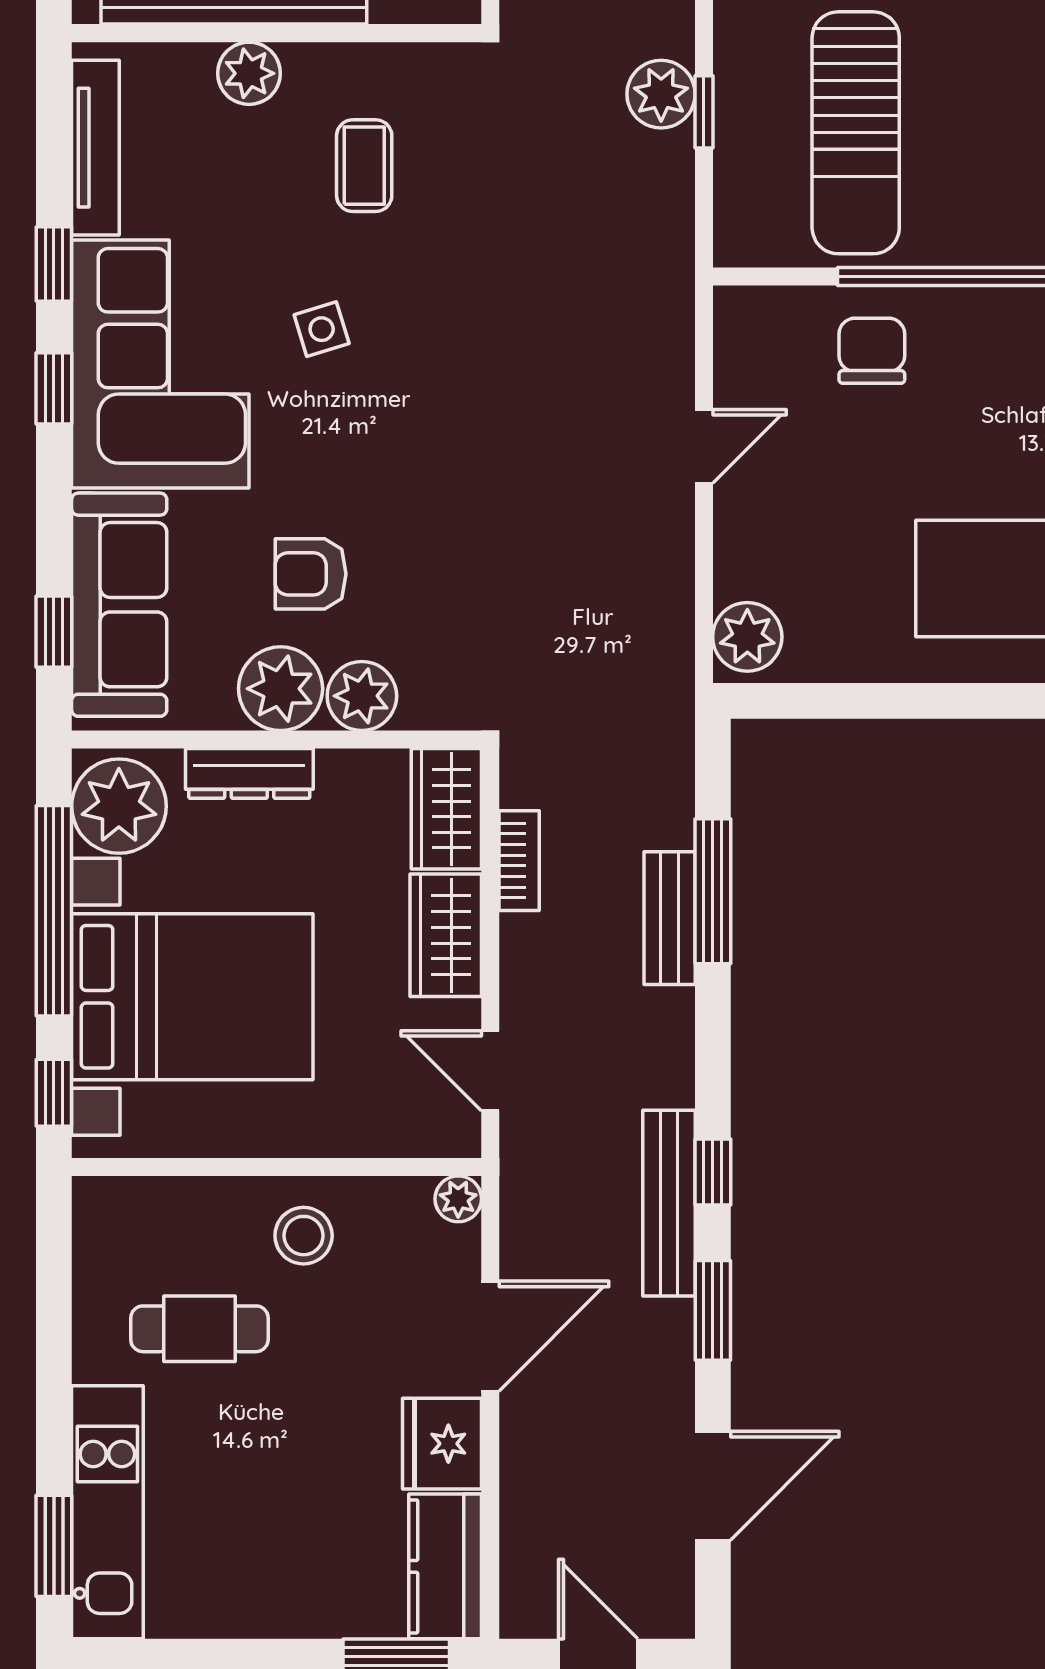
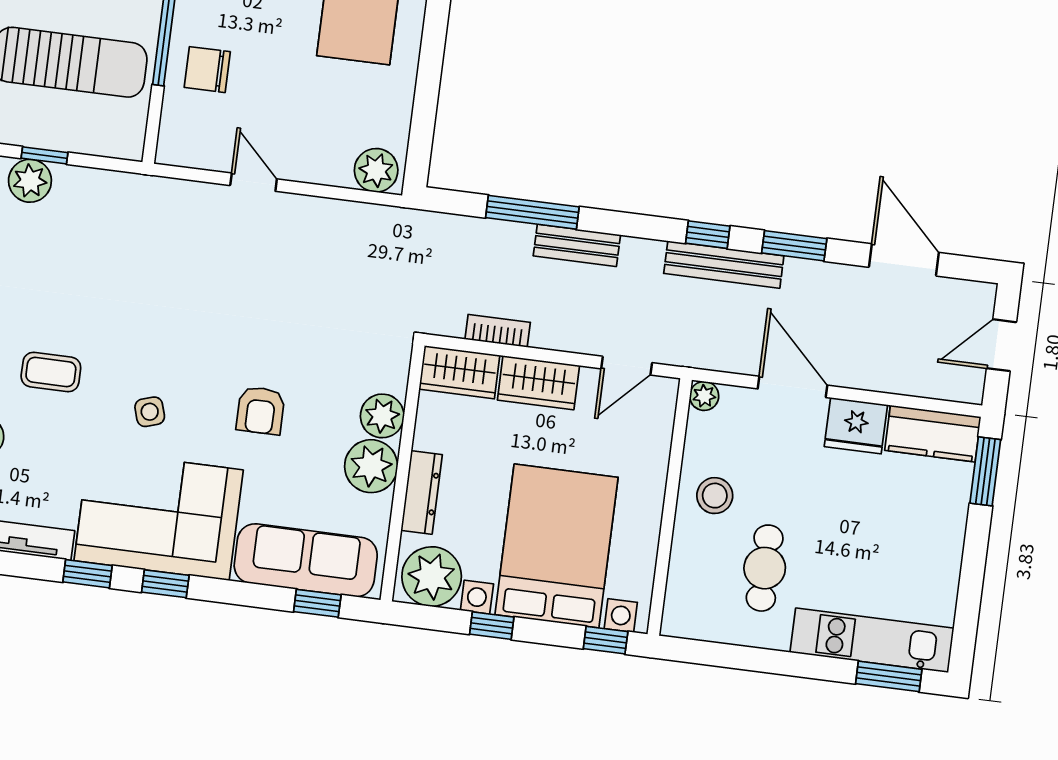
armchair: (311, 574) -> (261, 411), moved
window: (54, 911) -> (492, 626), width x0.32
bench: (670, 918) -> (577, 245), moved

